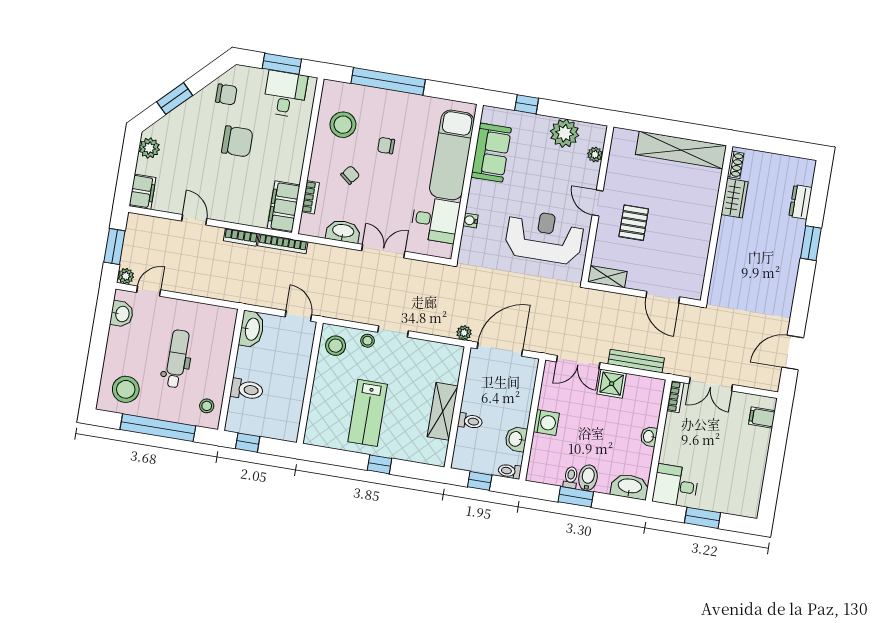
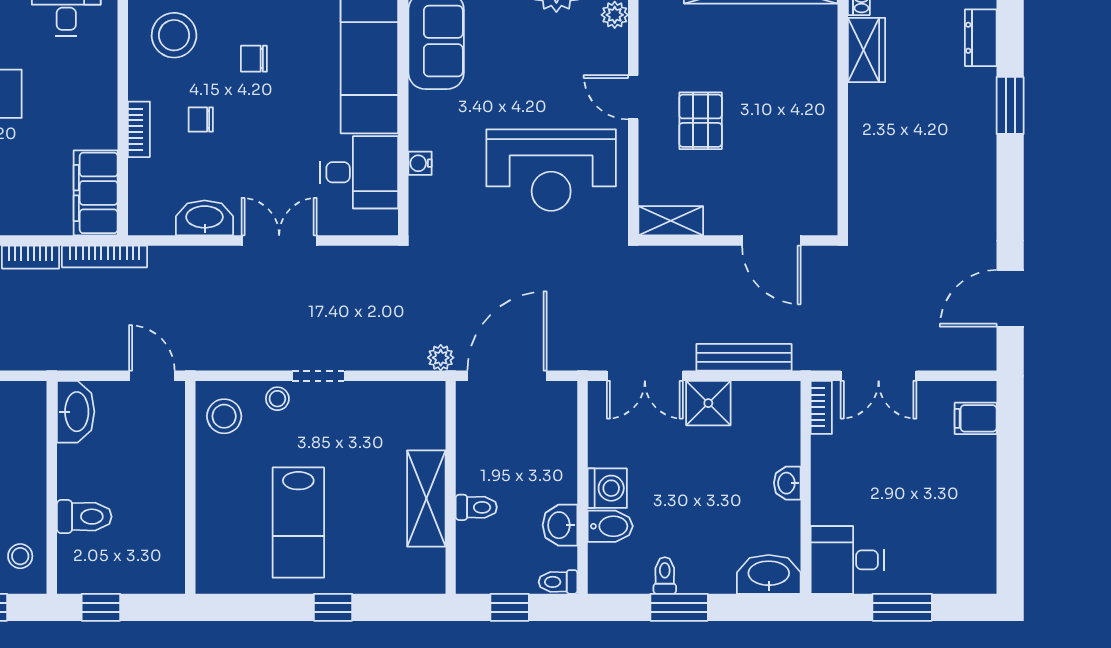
chair: (350, 175) -> (201, 119), turned -129
bookcase: (310, 197) -> (139, 129), moved
reception desk: (544, 237) -> (551, 170), turned 180
bidet: (588, 478) -> (610, 526), moved, turned 90

